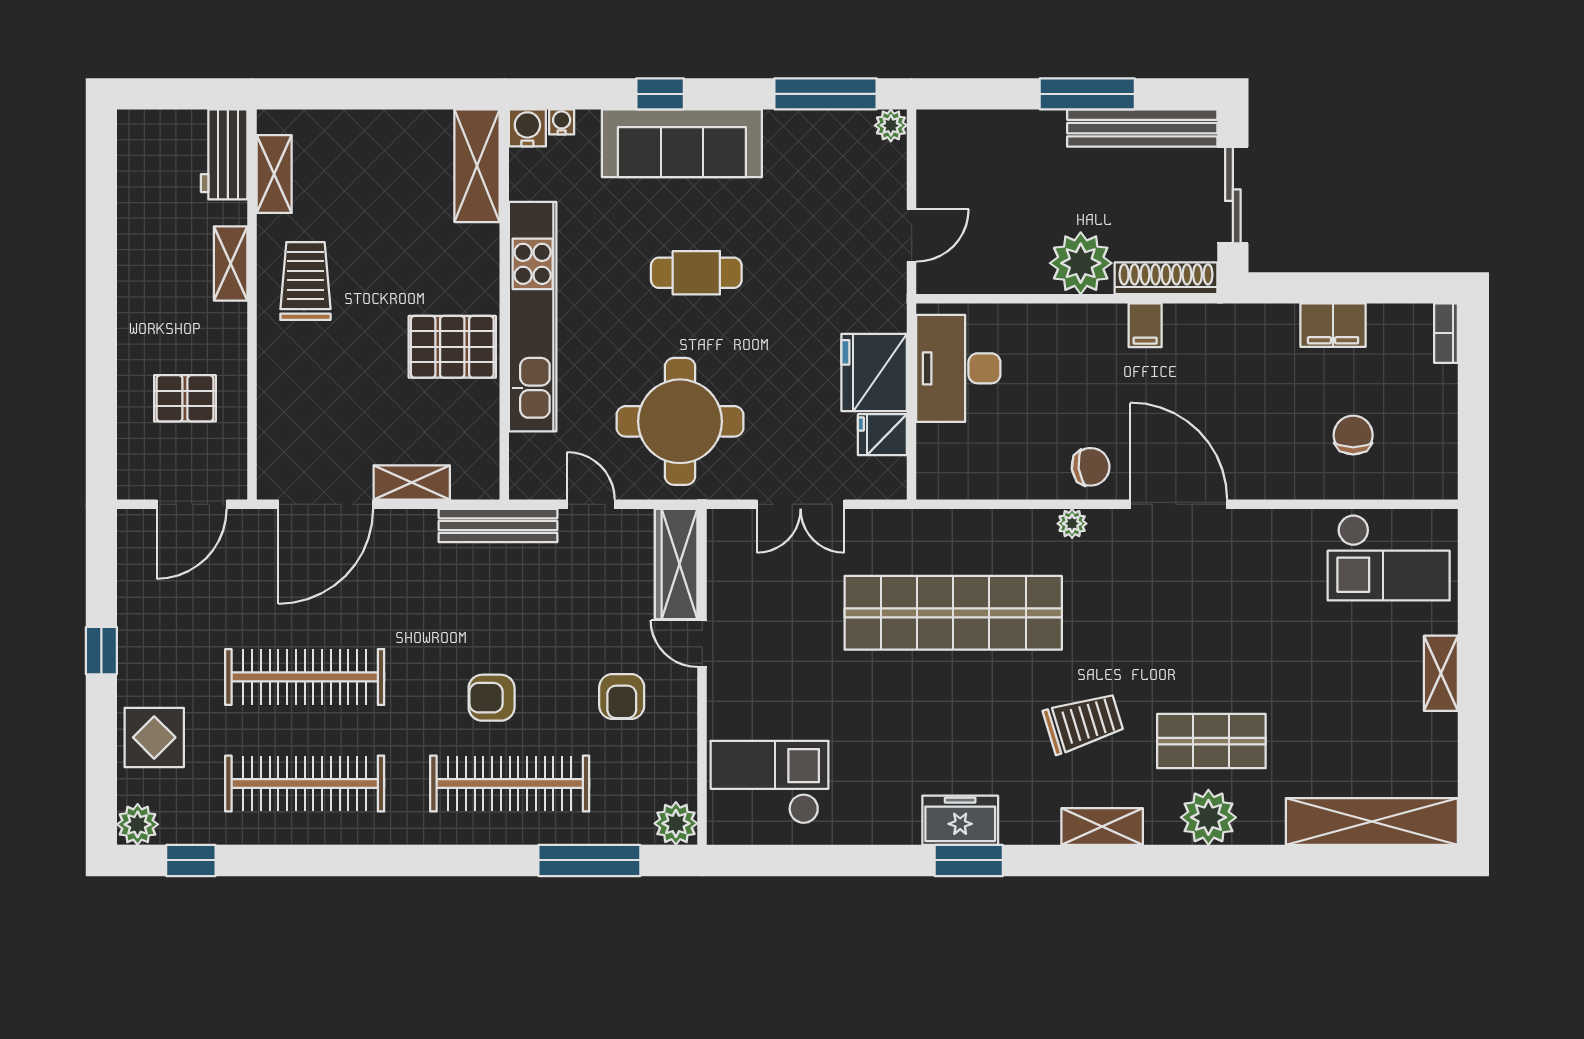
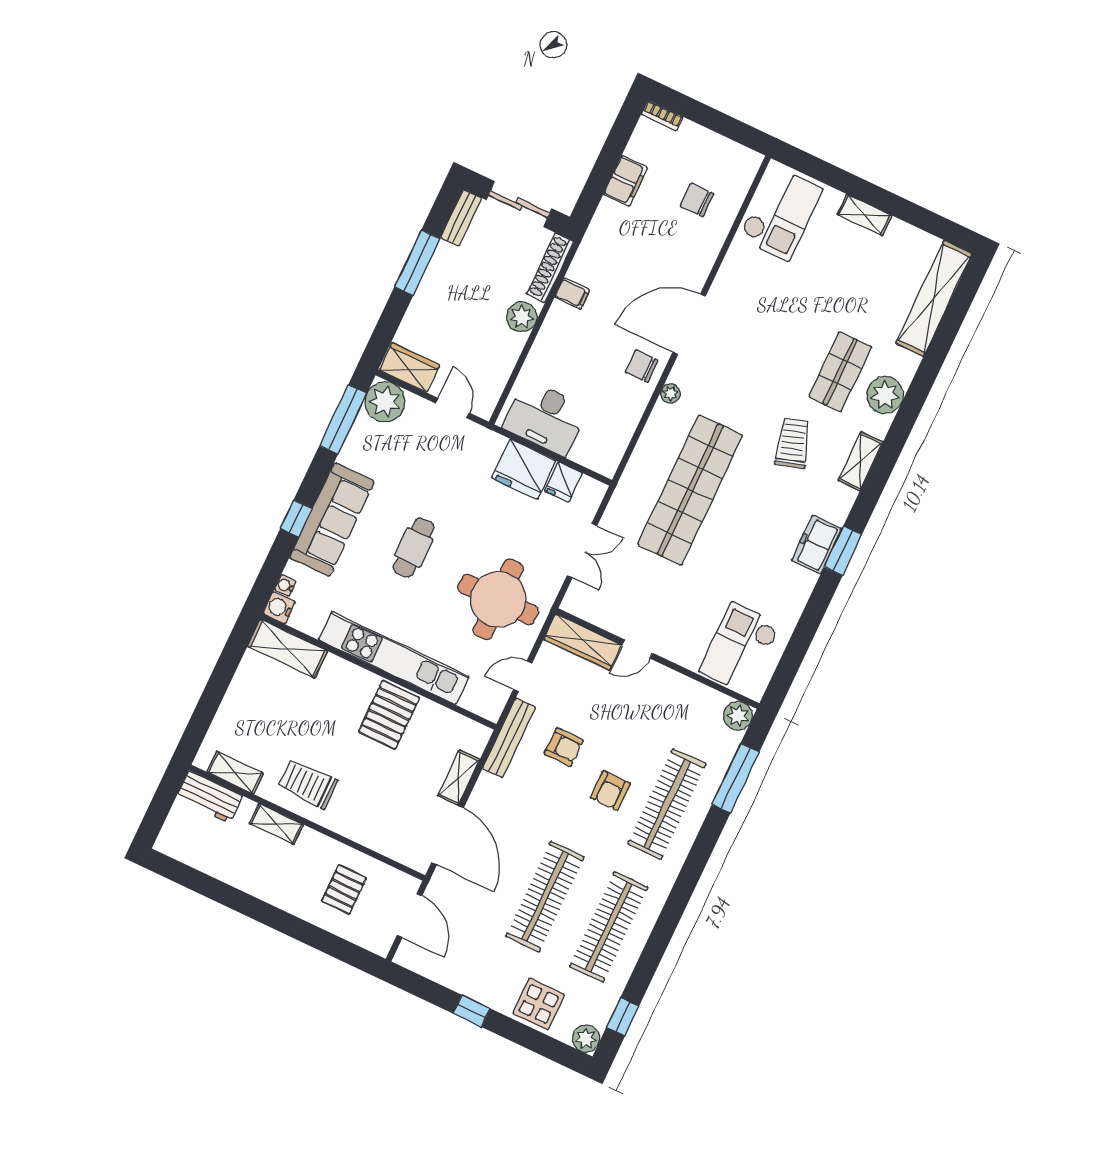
plant: (891, 125) -> (385, 402), width x1.87, depth x1.87
bench: (1142, 128) -> (461, 218), width x0.54, depth x0.82
wardrobe: (939, 151) -> (409, 367), added
plant: (1081, 263) -> (522, 317), width x0.73, depth x0.73
chair: (1091, 467) -> (642, 366), turned -83
armchair: (622, 697) -> (564, 747), moved

